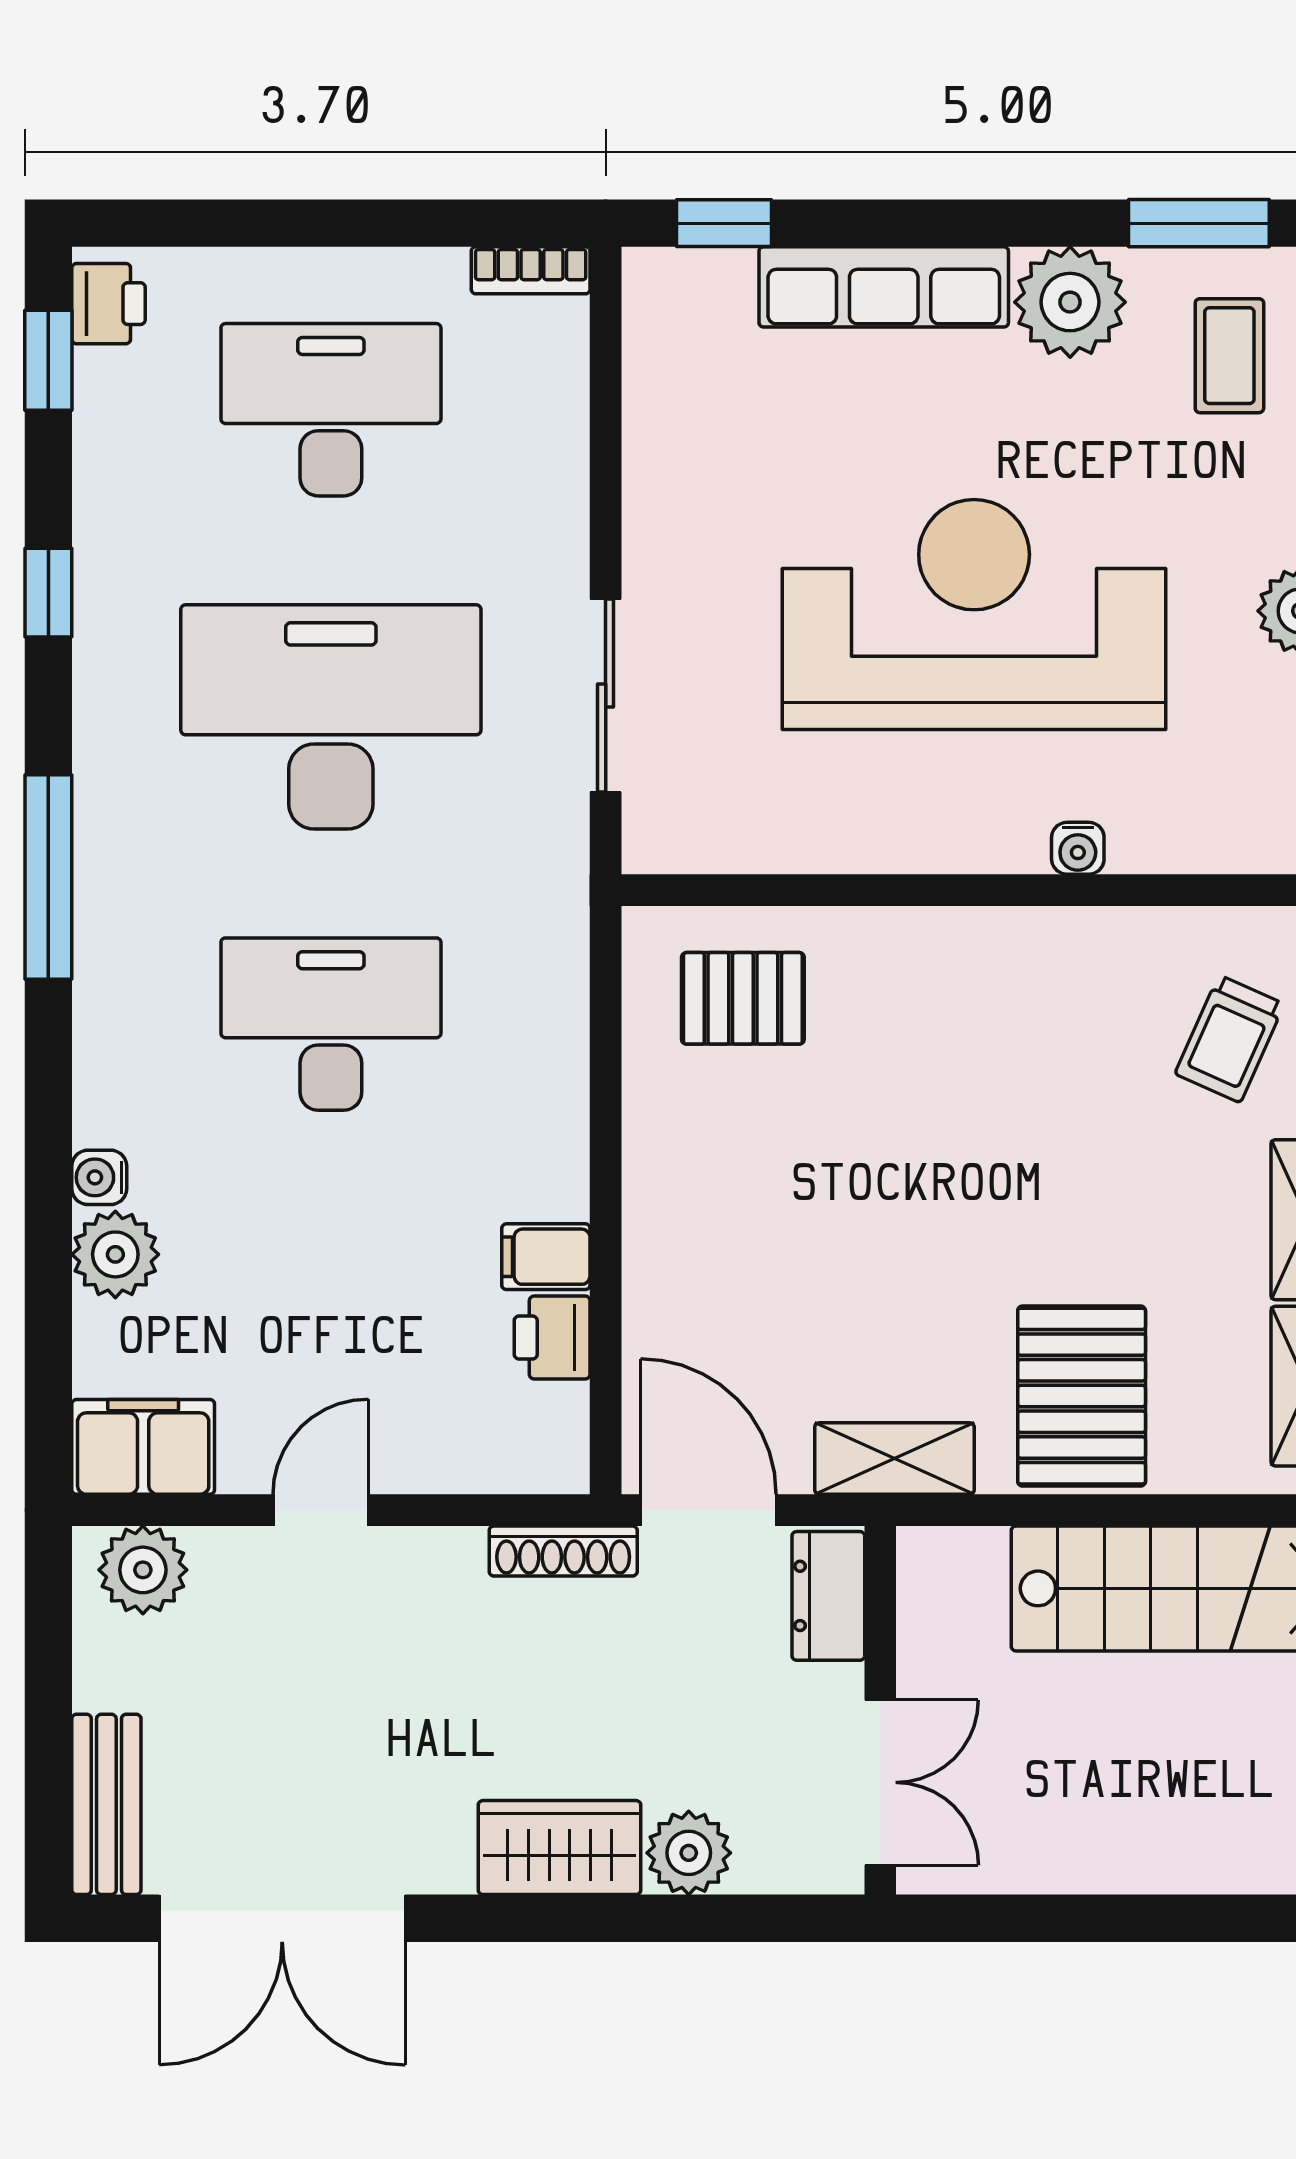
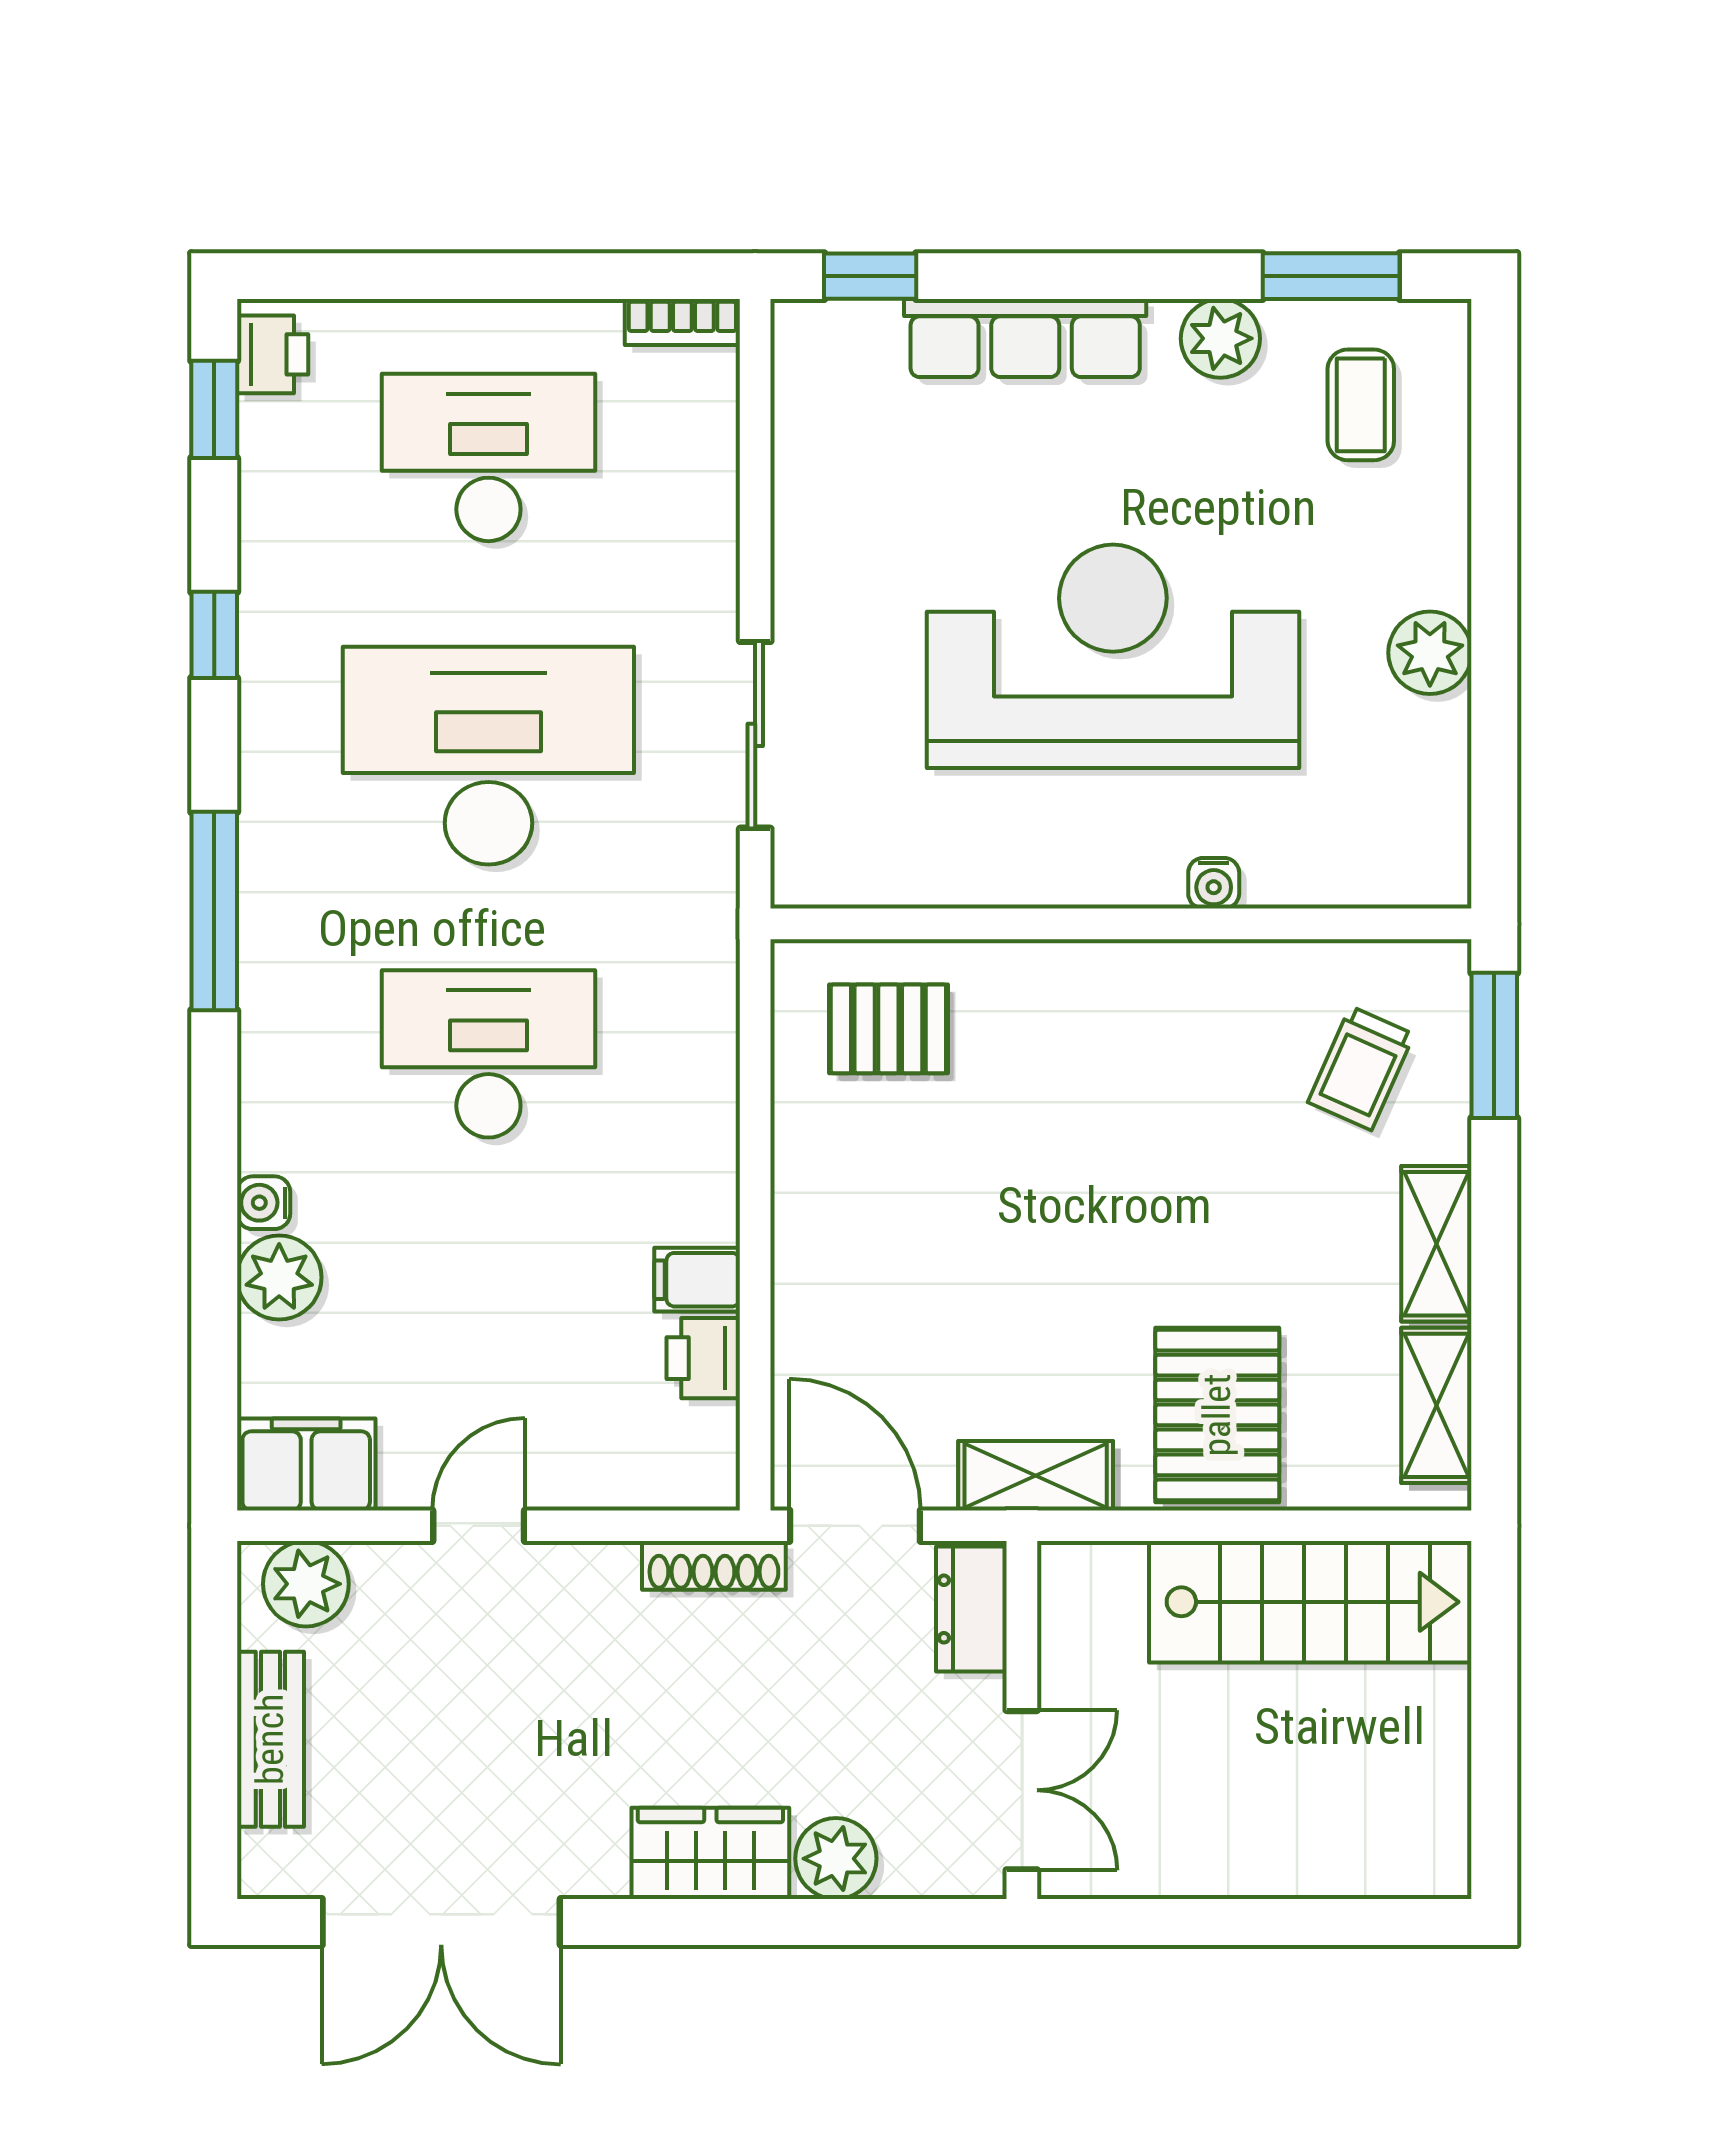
plant: (1070, 302) -> (1220, 338), width x0.73, depth x0.73
bench: (106, 1804) -> (270, 1739), moved

